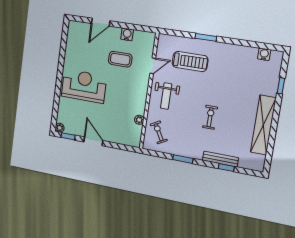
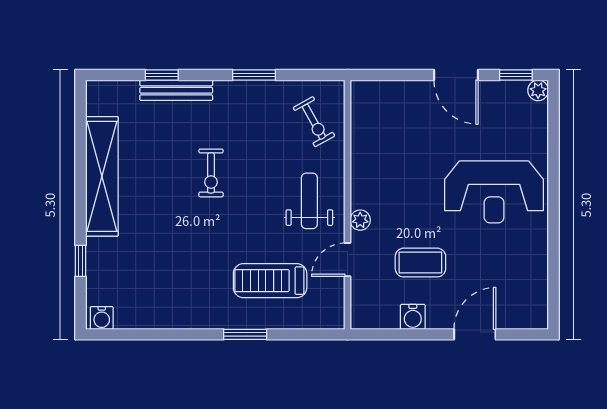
water cooler: (264, 54) -> (102, 318), moved
plant: (139, 120) -> (360, 220), moved

